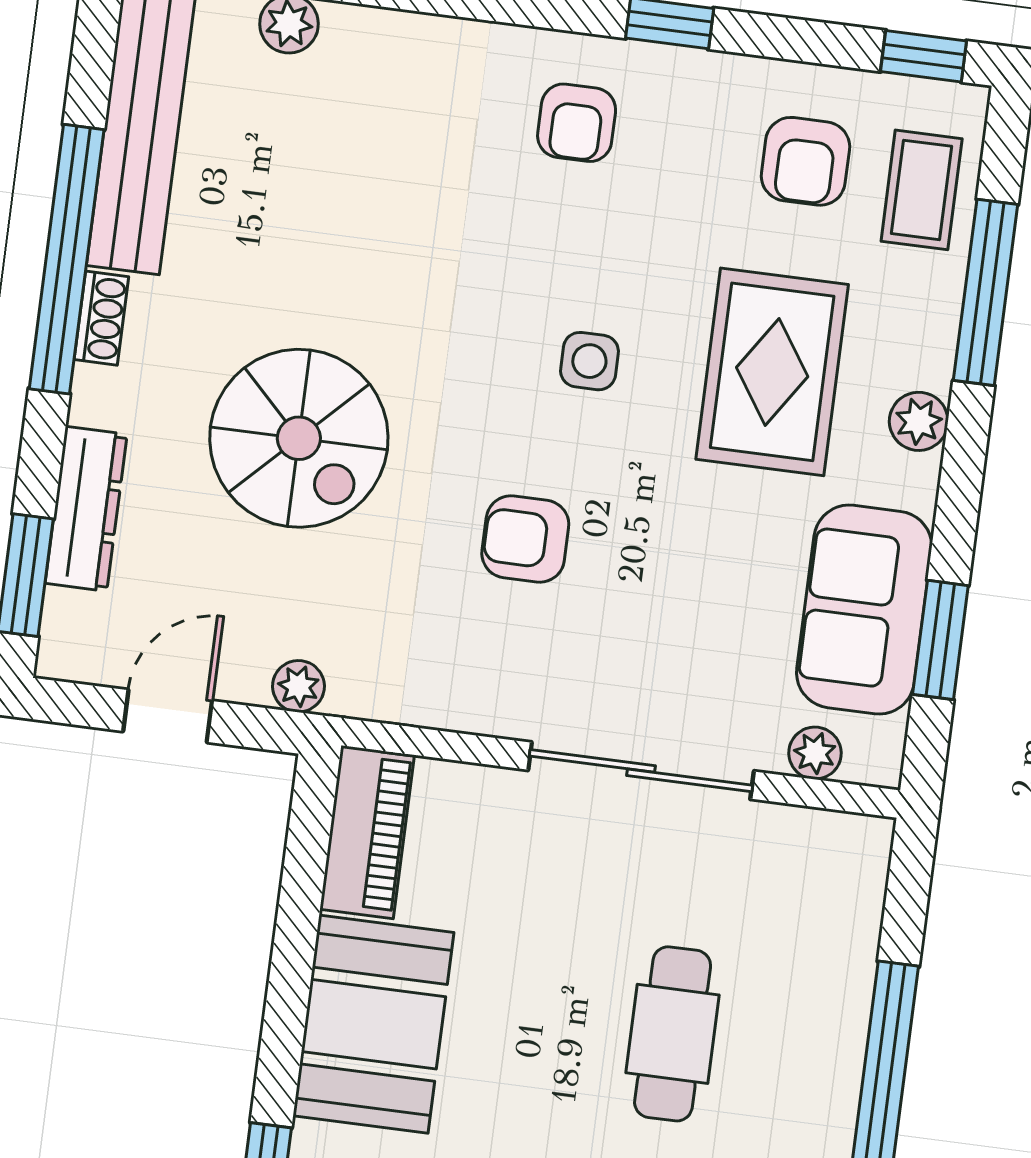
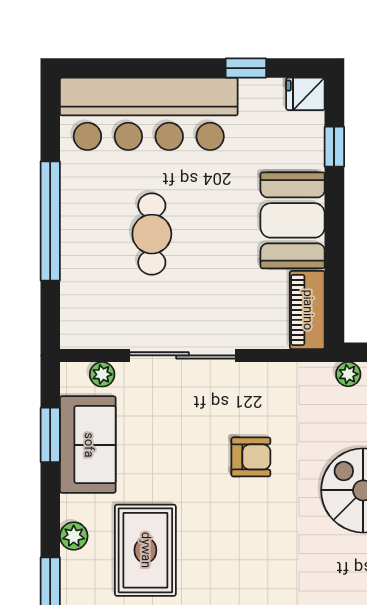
side table: (589, 361) -> (232, 544), removed

